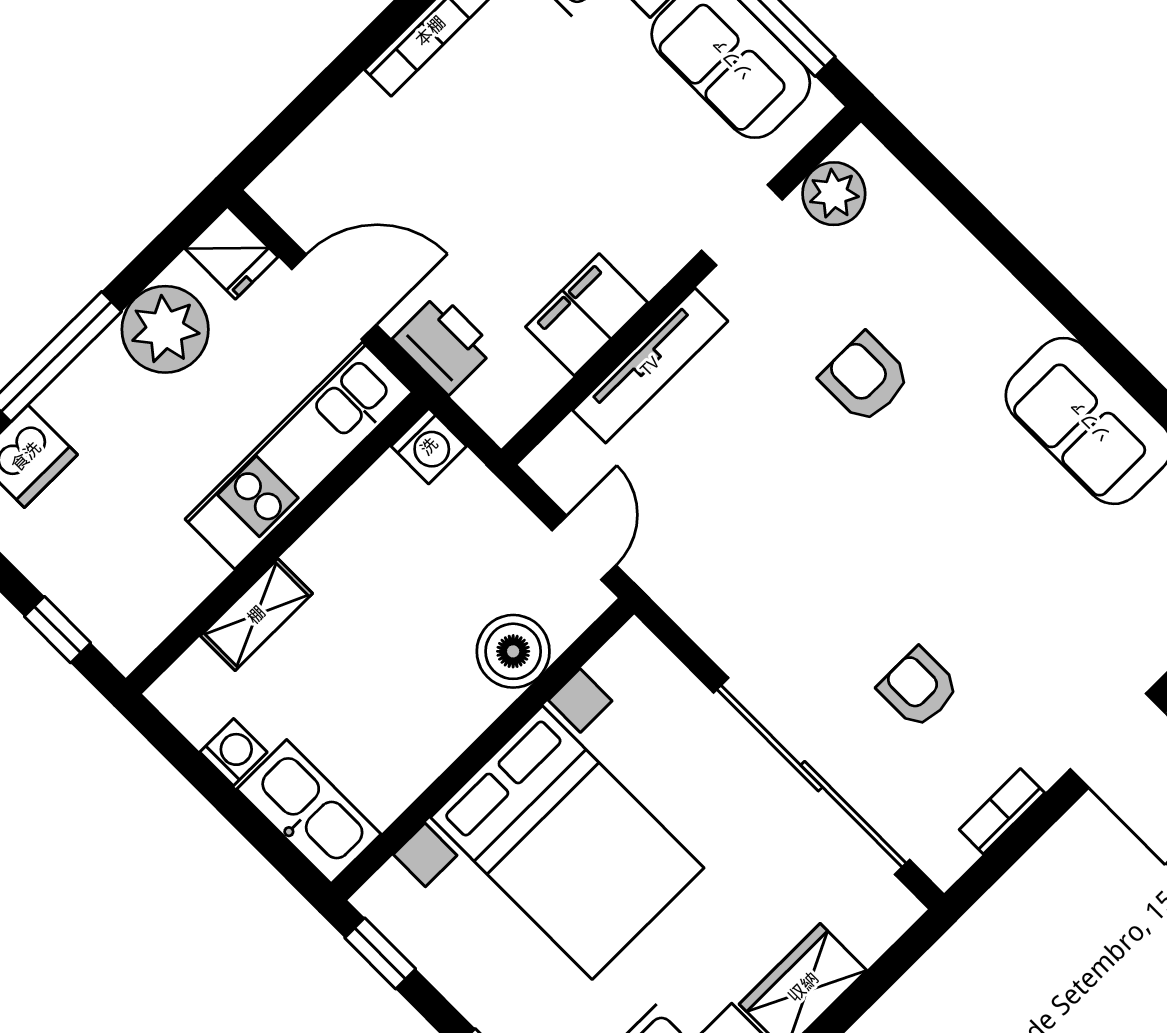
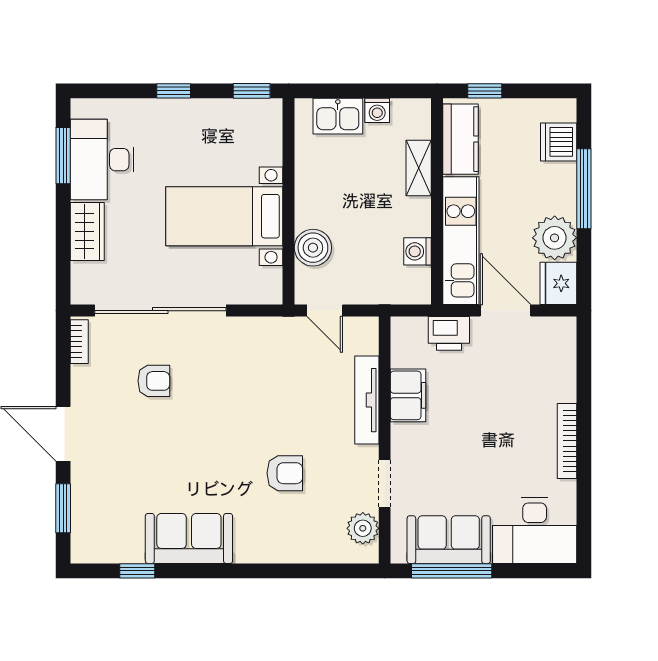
fridge: (231, 253) -> (558, 283), width x1.38
door: (334, 297) -> (505, 311), swing flipped
washing machine: (429, 446) -> (417, 251), moved
kitchen counter: (158, 597) -> (460, 139), added
bookcase: (1002, 811) -> (79, 342), moved
kitchen sink: (309, 812) -> (338, 116), width x0.73
bed with nightstands: (567, 843) -> (224, 216), width x0.73

